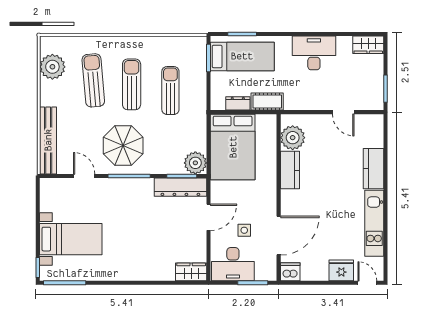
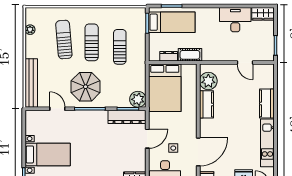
desk: (314, 53) -> (235, 20), moved
plant: (52, 67) -> (30, 30), width x0.53, depth x0.53

